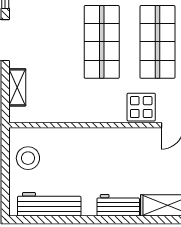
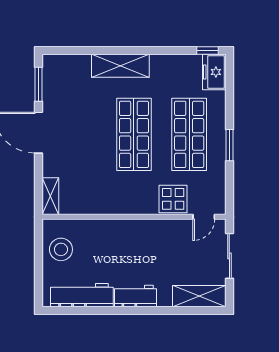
shelving: (17, 87) -> (50, 196), moved
workbench: (118, 205) -> (136, 296), moved

